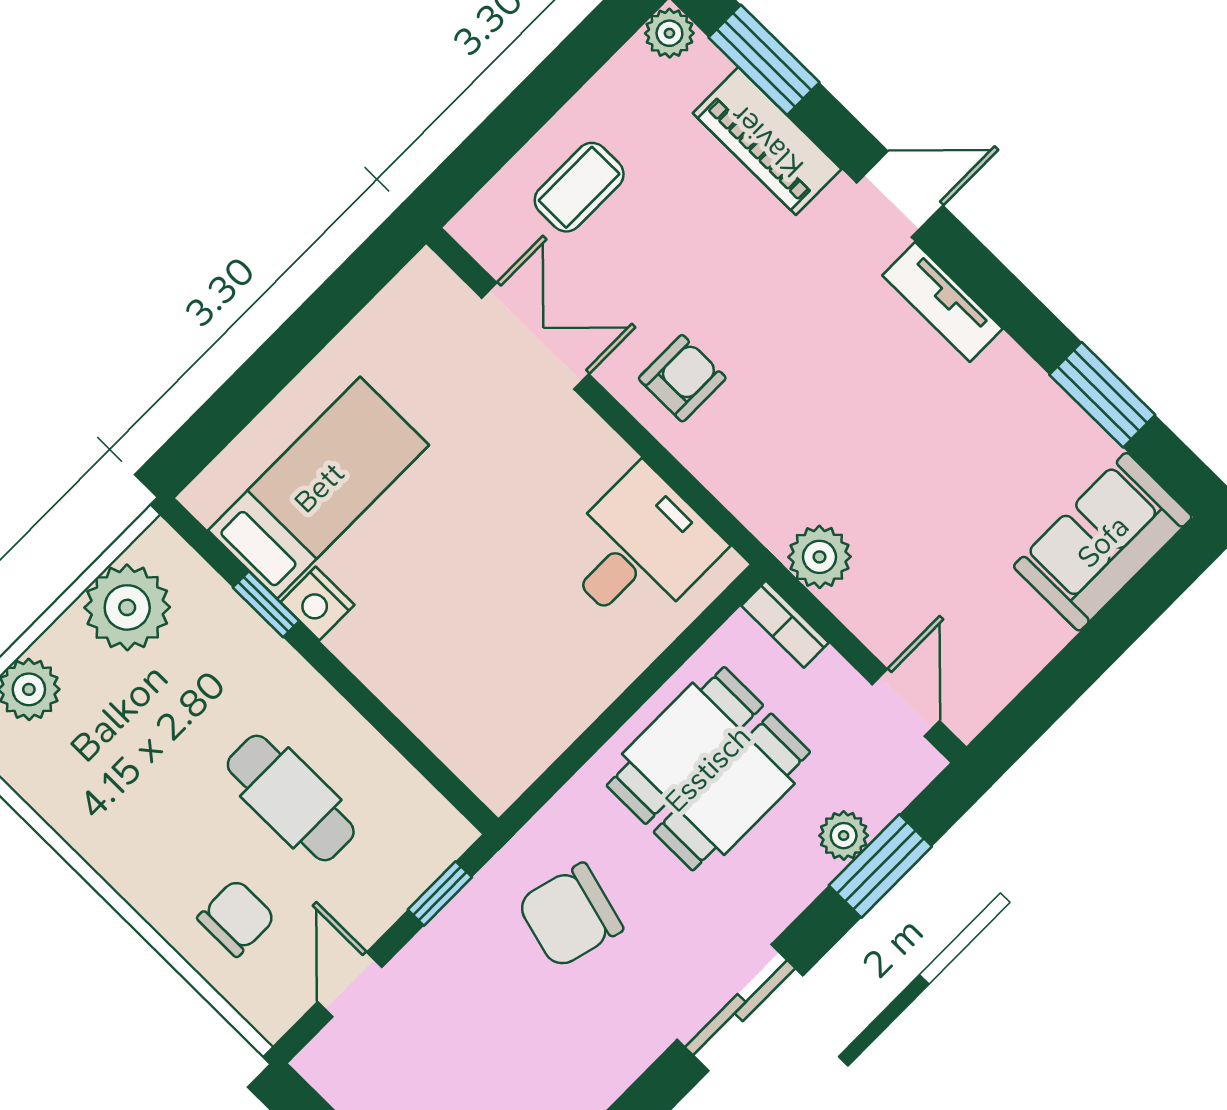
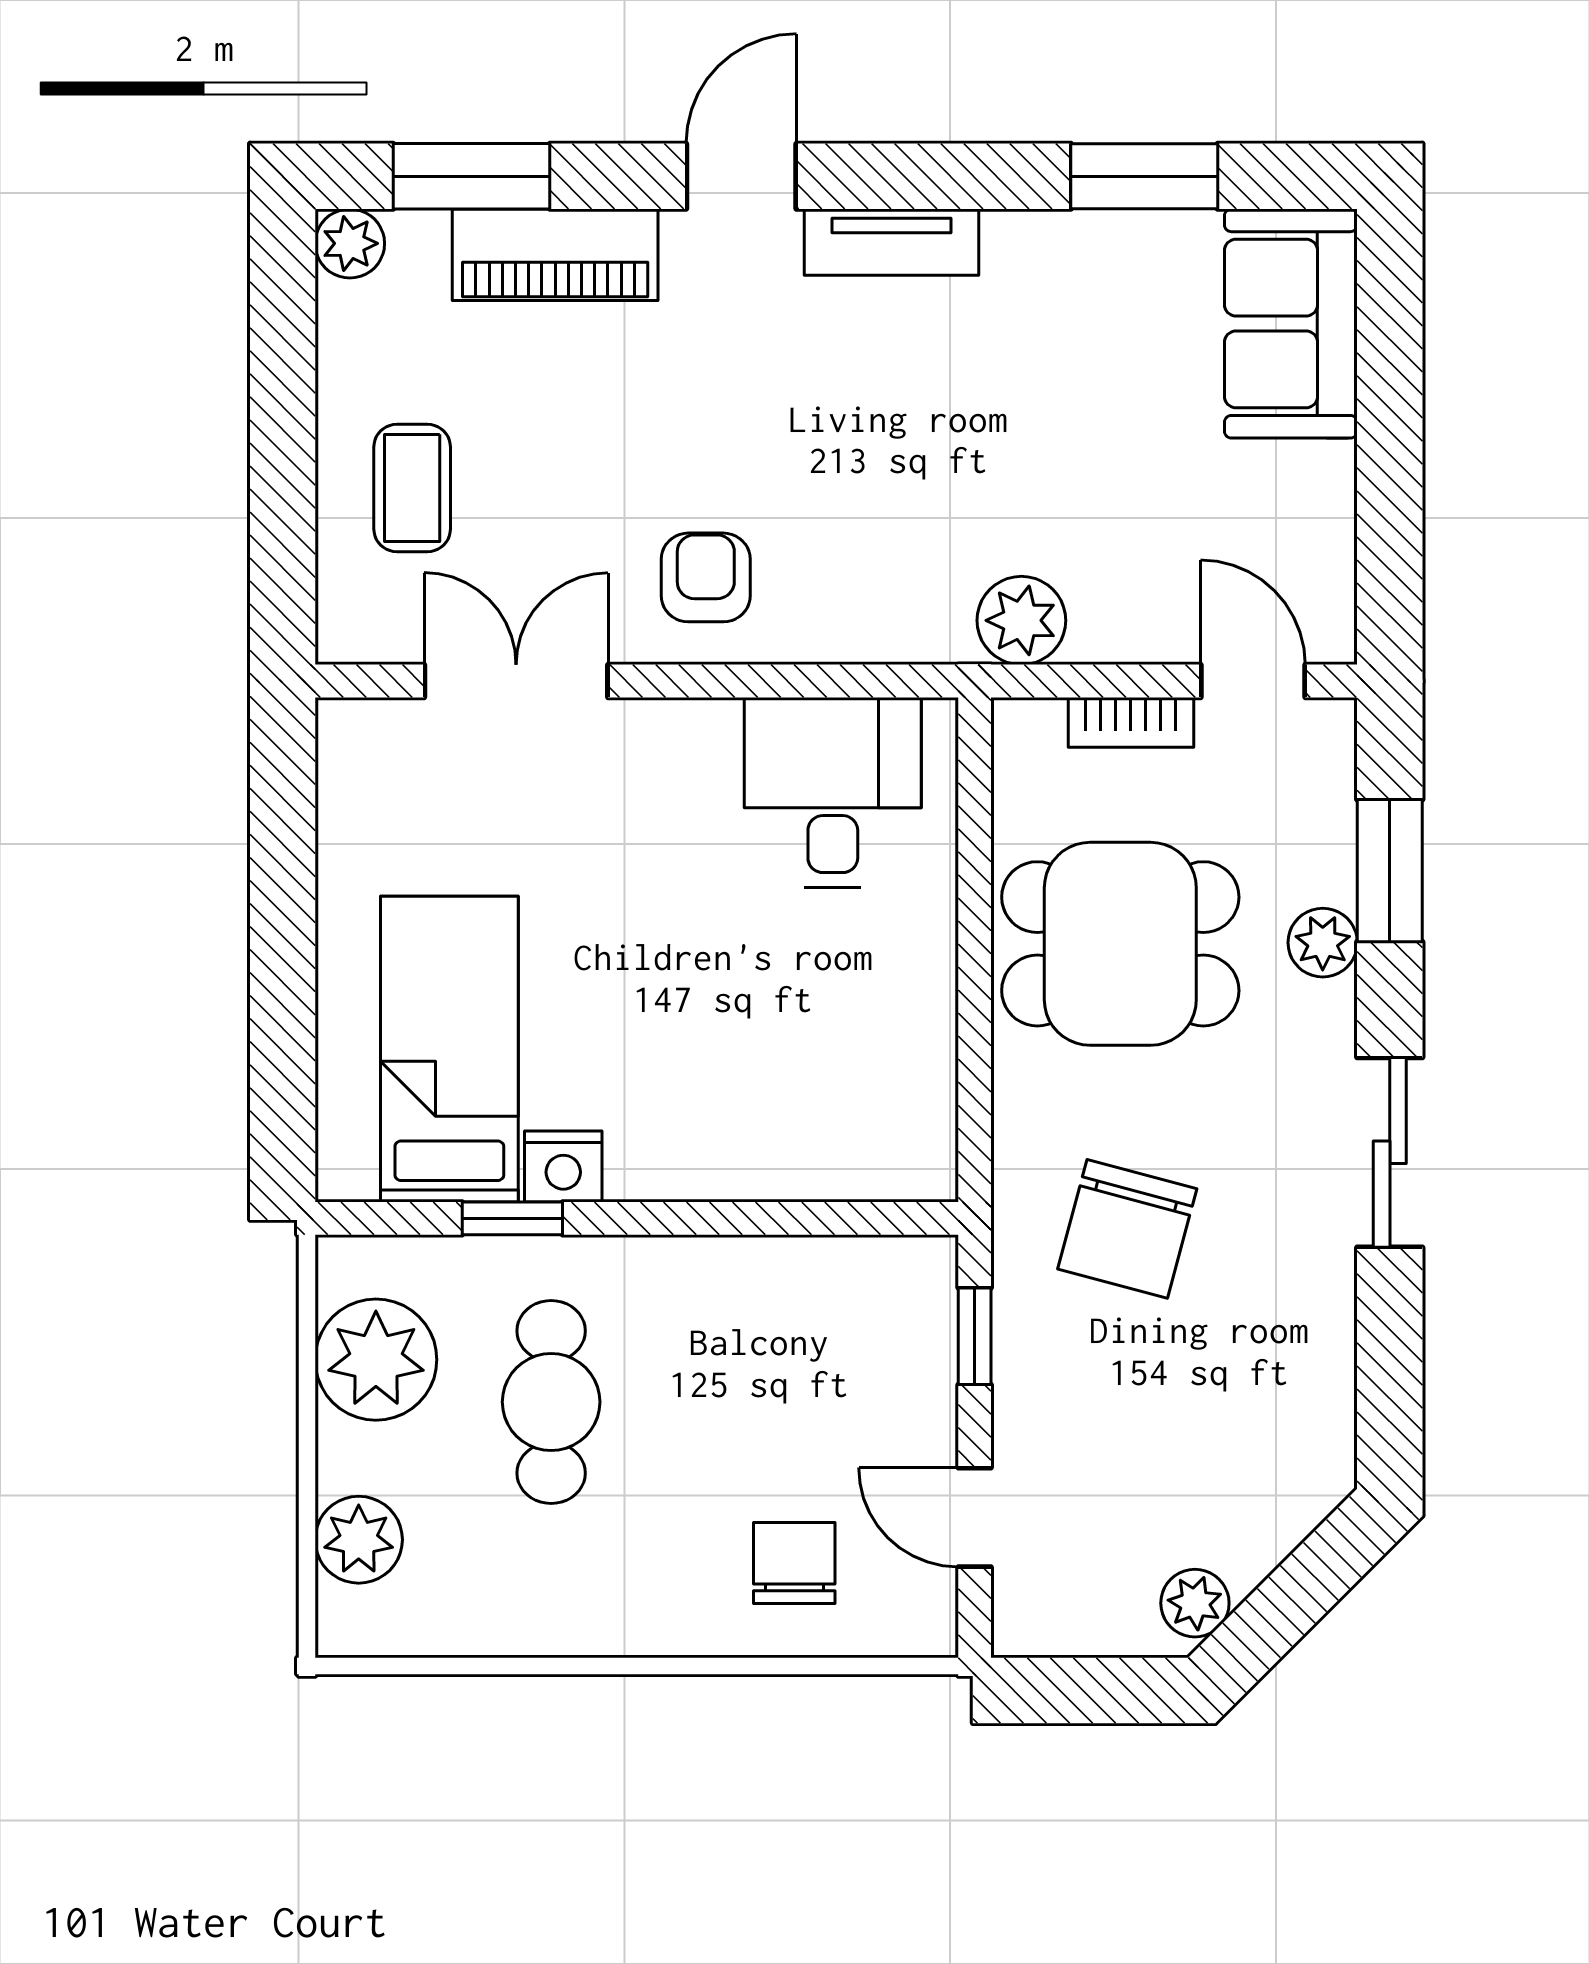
bookcase: (785, 624) -> (1131, 722), moved
dining table: (708, 769) -> (1120, 944), turned 90
cafe table: (291, 798) -> (551, 1402), moved, turned 90
plant: (844, 836) -> (1323, 943), moved

